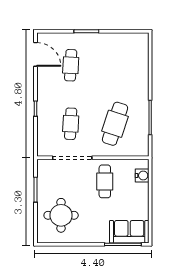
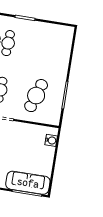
cafe table: (105, 181) -> (21, 140), removed
sofa: (129, 232) -> (28, 183), width x1.36

